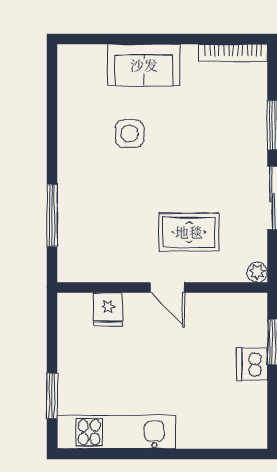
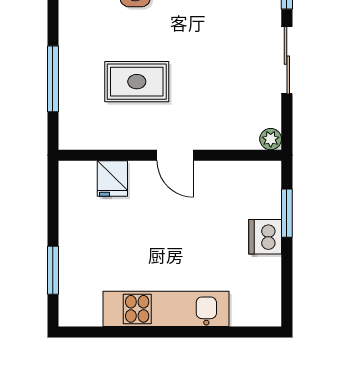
rug: (189, 232) -> (137, 82), moved
kitchen unit: (116, 432) -> (166, 309), moved

